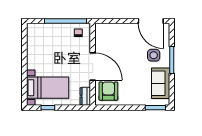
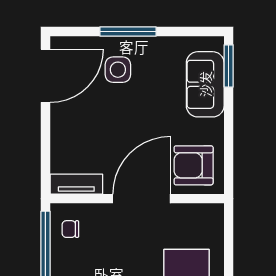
tv unit: (99, 36) -> (76, 184), added
sofa: (161, 83) -> (205, 84), moved, turned 90
dresser: (85, 96) -> (205, 214), removed

